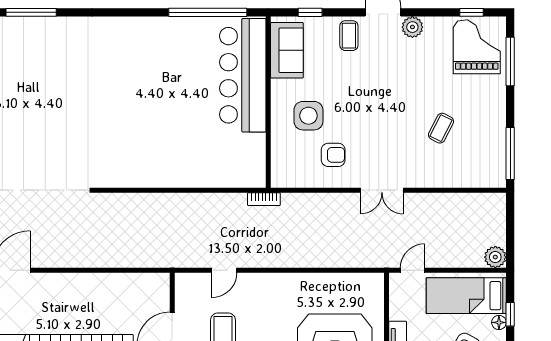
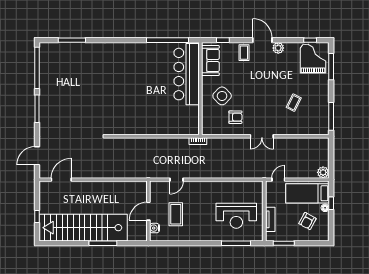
side table: (308, 116) -> (222, 96), turned 45

